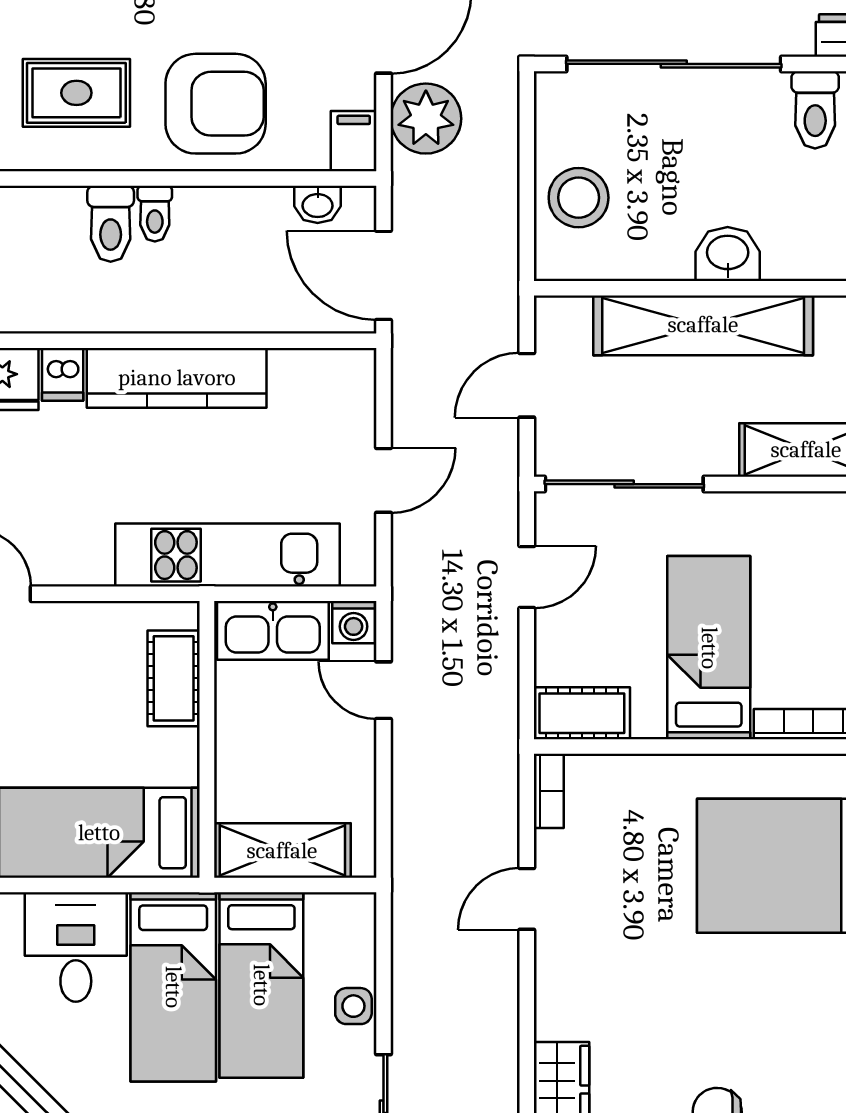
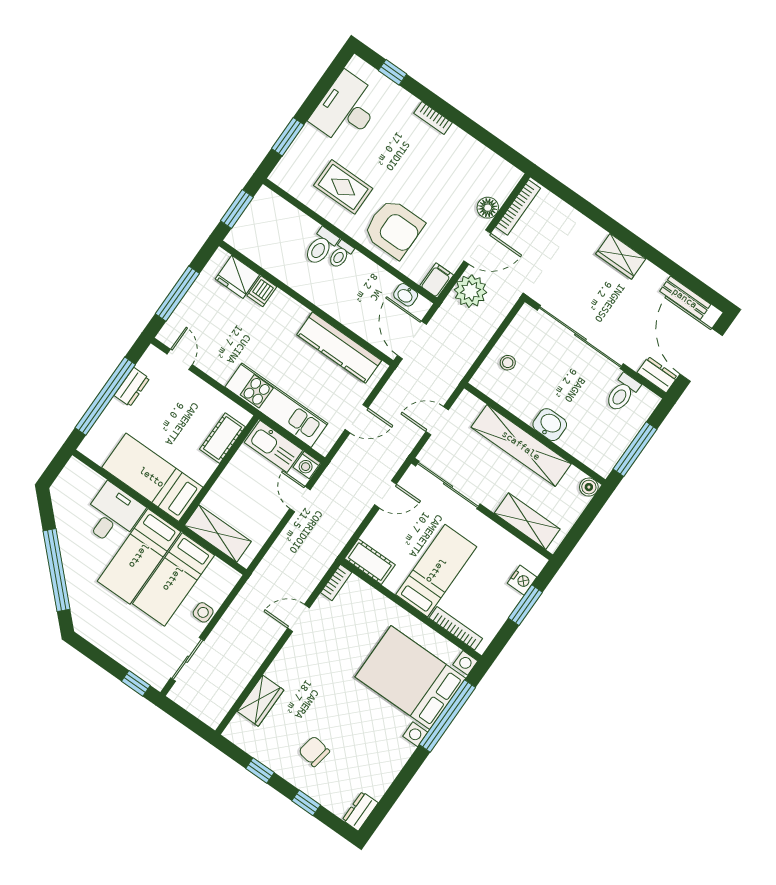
stool: (579, 198) -> (508, 363), width x0.53, depth x0.53
kitchen counter: (177, 378) -> (339, 348), moved

